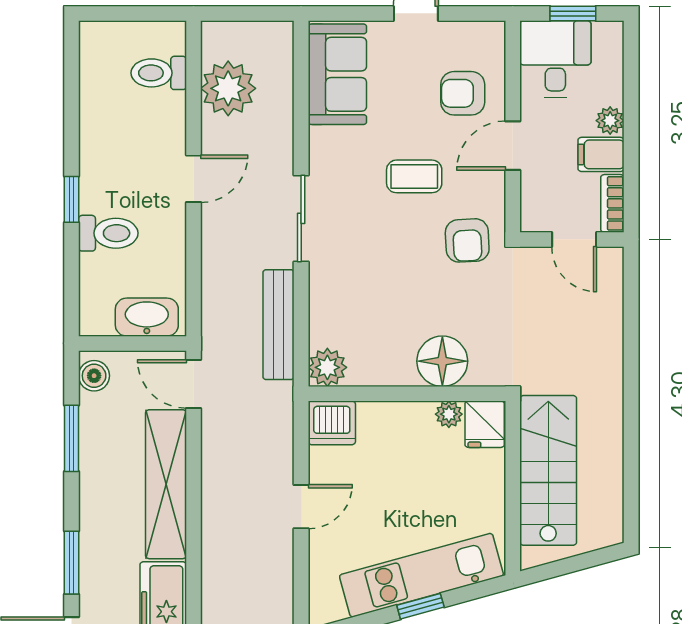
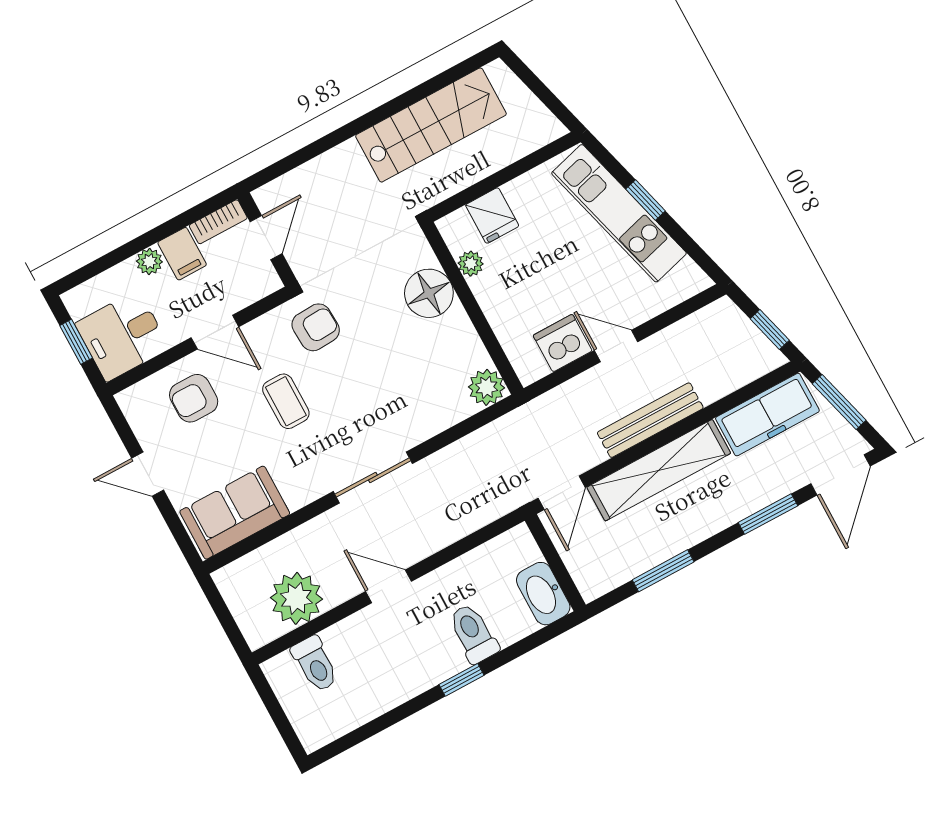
armchair: (463, 93) -> (194, 398), turned 90
washbasin: (147, 317) -> (543, 594), moved
bench: (278, 325) -> (650, 420), moved
boiler: (94, 376) -> (600, 580), removed
dishwasher: (332, 423) -> (563, 343), moved, turned -90
fridge: (485, 424) -> (492, 216), moved, turned 90
stairs: (548, 470) -> (431, 125), moved, turned 180

